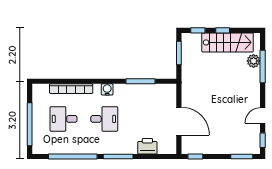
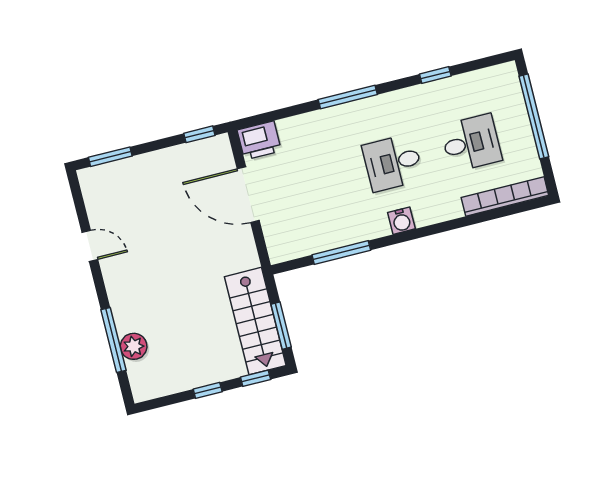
stairs: (228, 42) -> (255, 321), moved, turned -90
bookcase: (71, 89) -> (505, 196), moved
door: (263, 115) -> (90, 246), hinge flipped
window: (263, 140) -> (78, 198), removed
printer: (147, 146) -> (259, 140), moved
window: (73, 157) -> (435, 75), width x0.32

